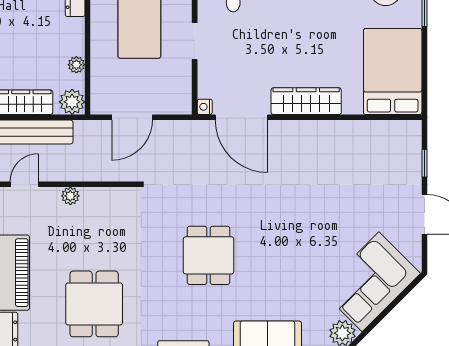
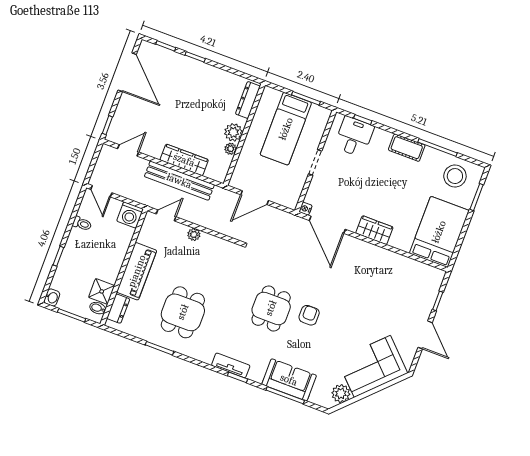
wardrobe: (306, 101) -> (374, 230), width x0.67
plant: (72, 102) -> (233, 132), moved
armchair: (262, 245) -> (309, 315), added

